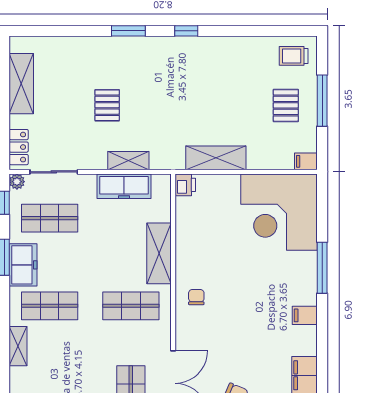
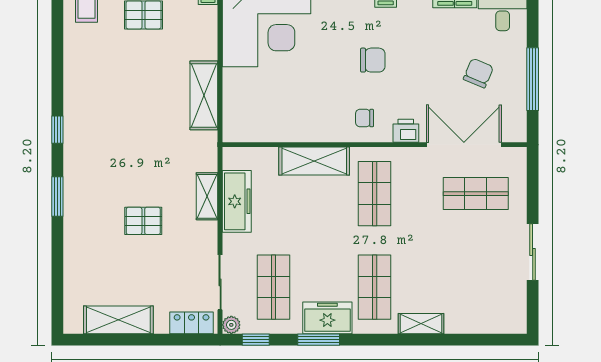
printer: (185, 185) -> (406, 131), moved
chair: (247, 304) -> (373, 60), added

